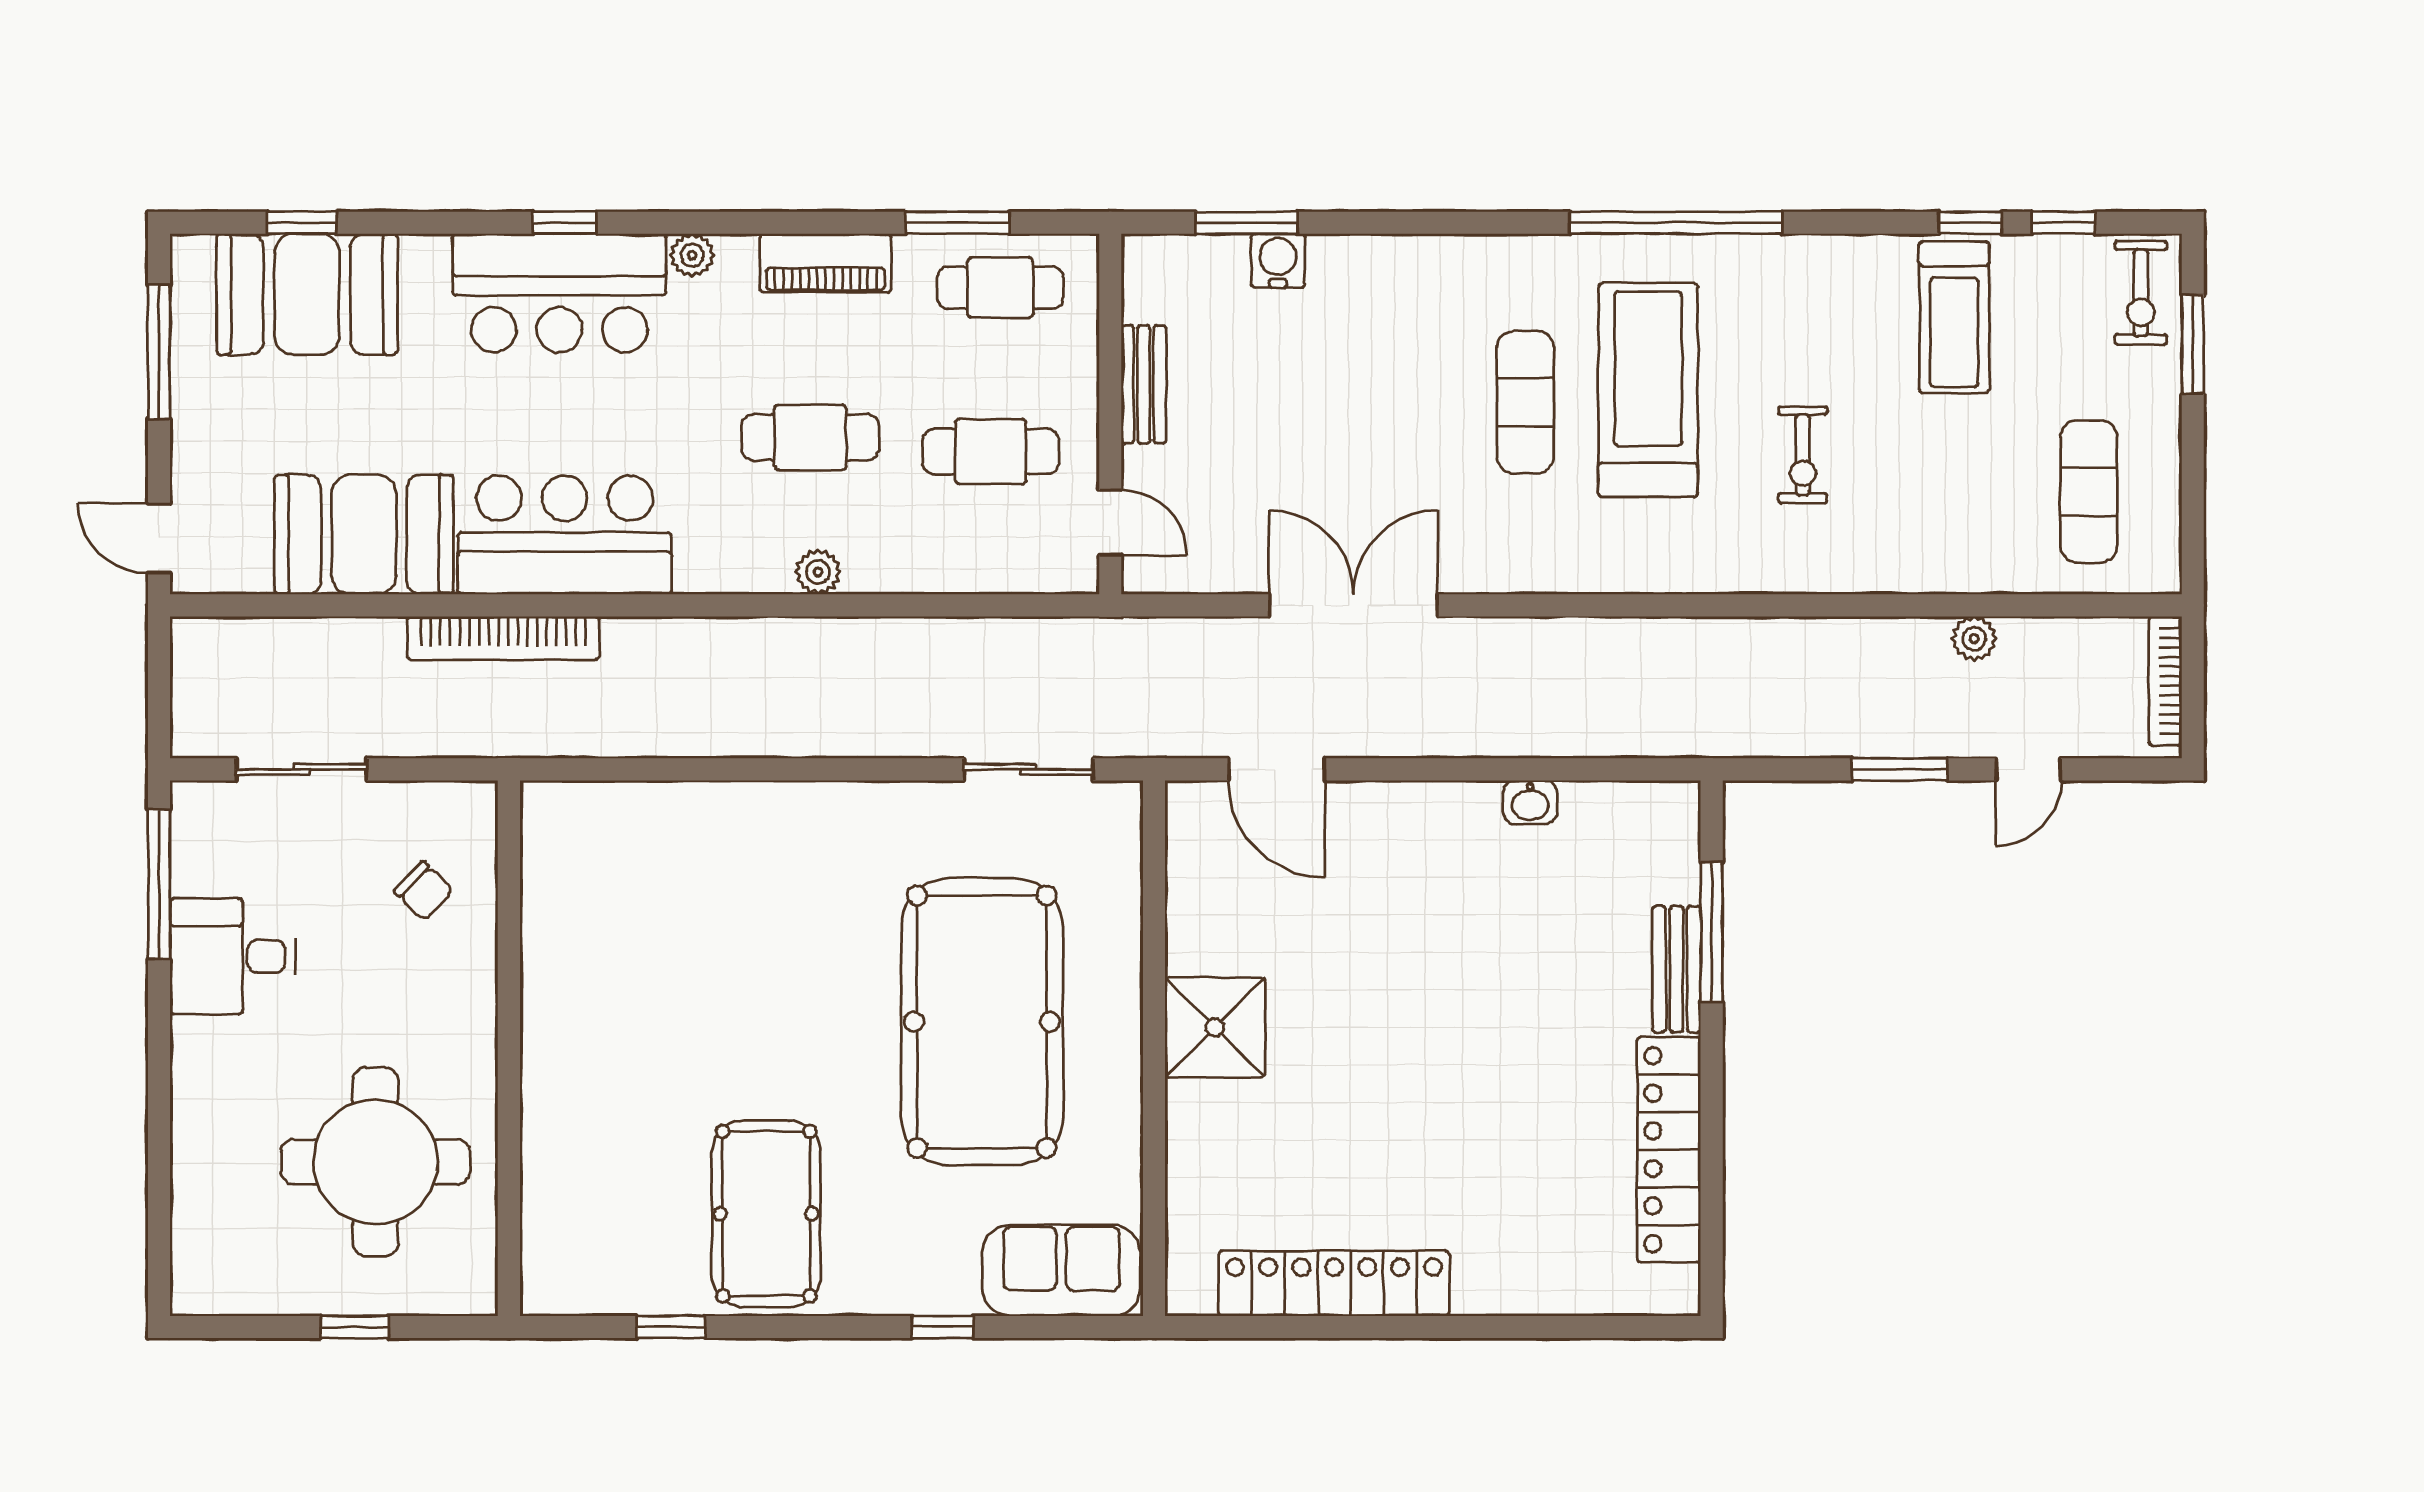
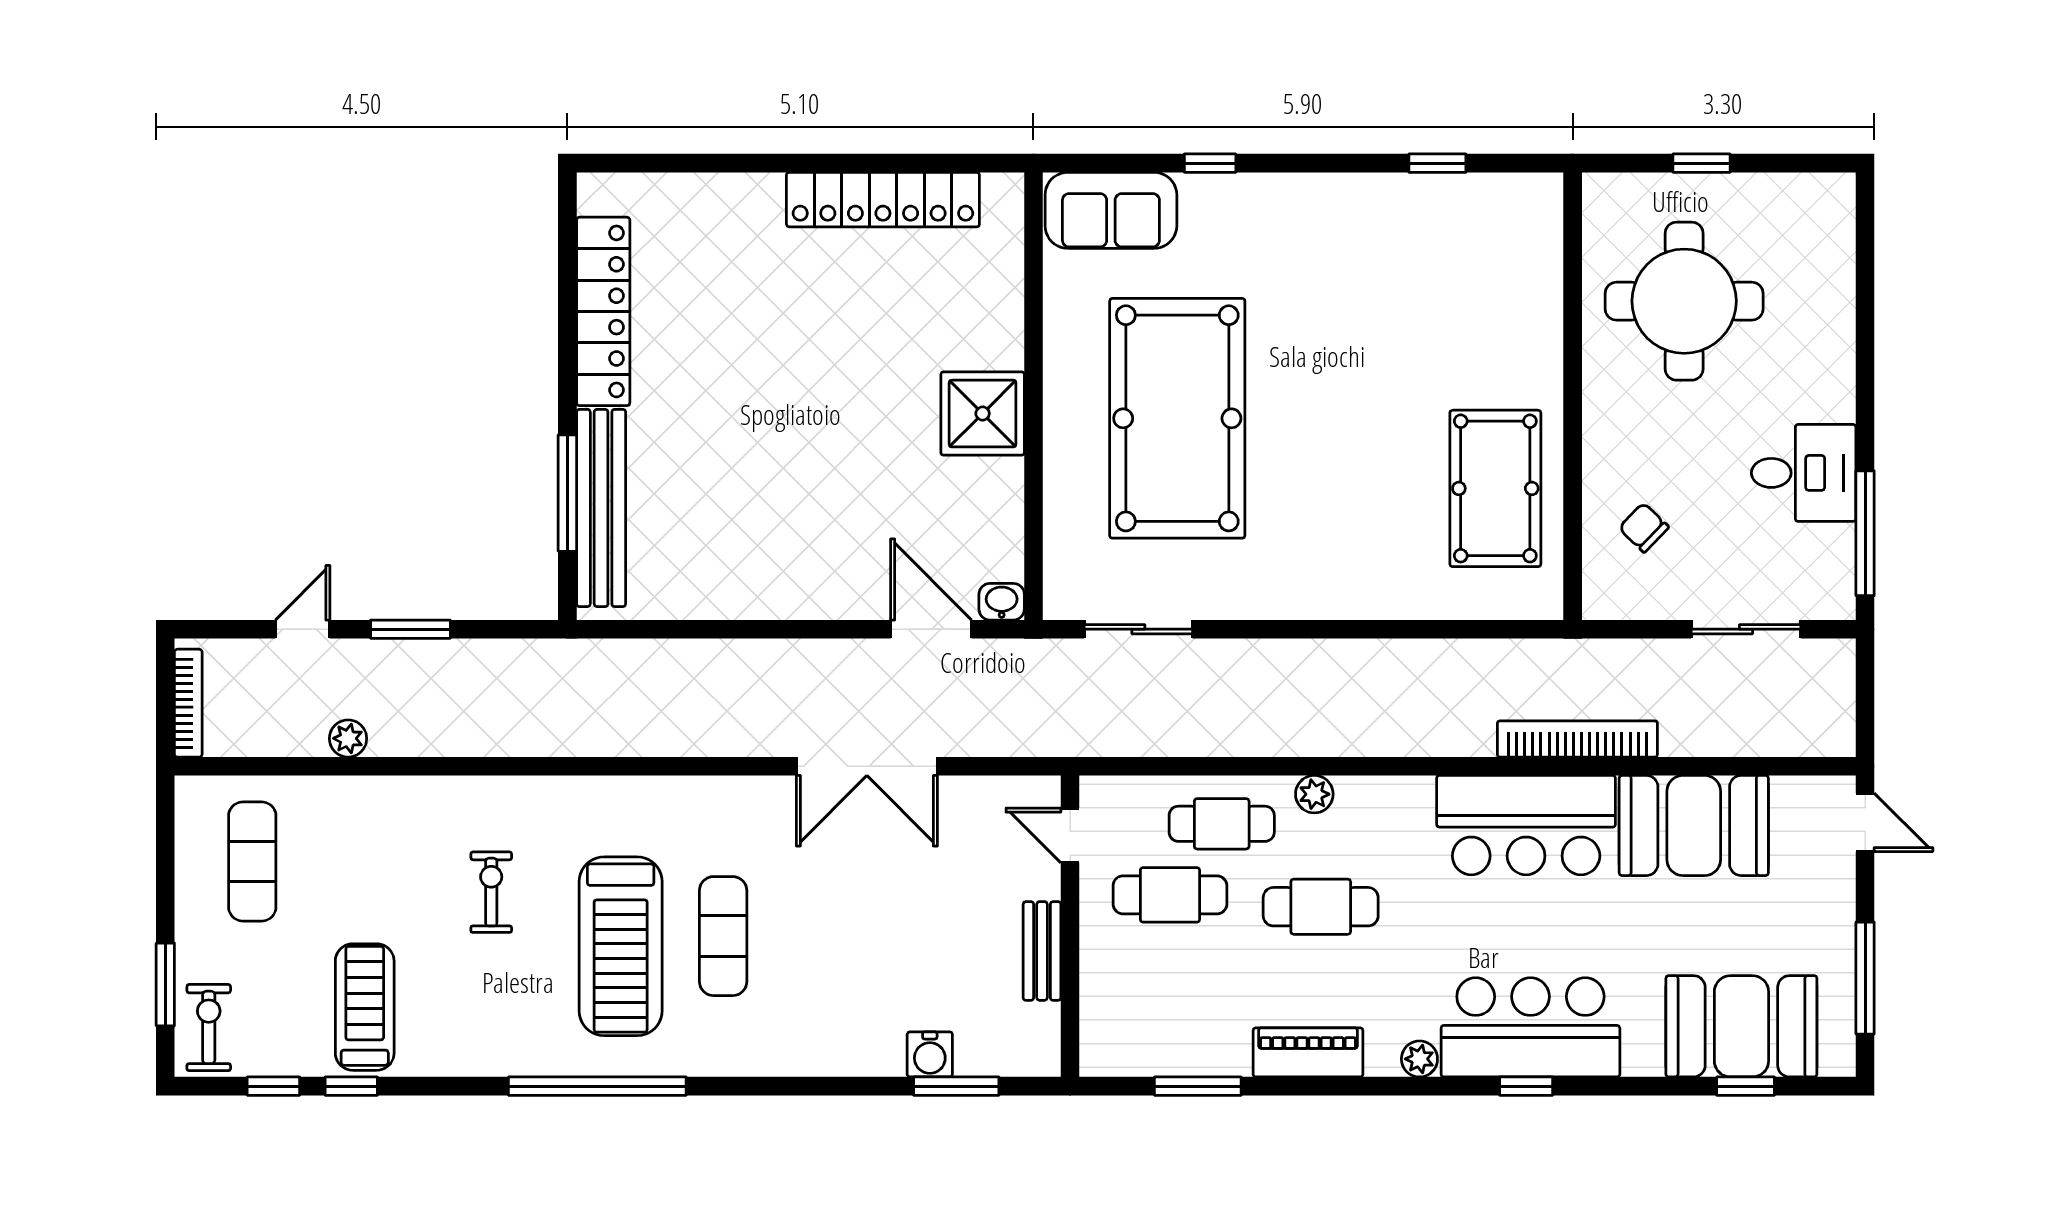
cafe table: (1000, 288) -> (1222, 824), moved
washbasin: (1530, 802) -> (1002, 602), moved
bench: (1677, 969) -> (601, 508), width x1.86, depth x1.21
pool table: (766, 1214) -> (1495, 488), moved

